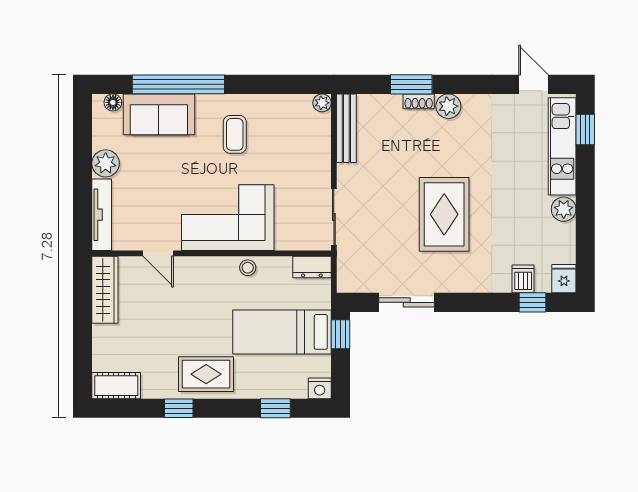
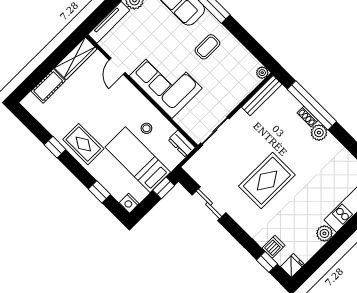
window: (411, 84) -> (312, 105), width x2.11
stool: (248, 268) -> (146, 128), moved
cot: (116, 386) -> (48, 86), moved, turned 90

